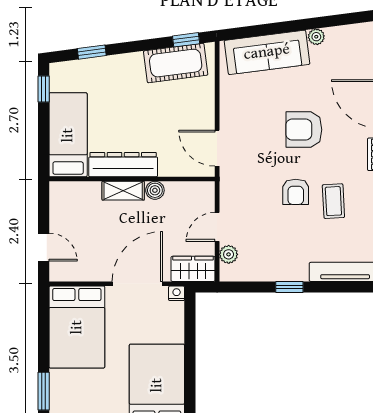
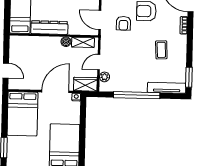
shelving: (123, 191) -> (83, 42), moved
armchair: (296, 192) -> (123, 23), moved
window: (289, 287) -> (137, 95), width x3.17

